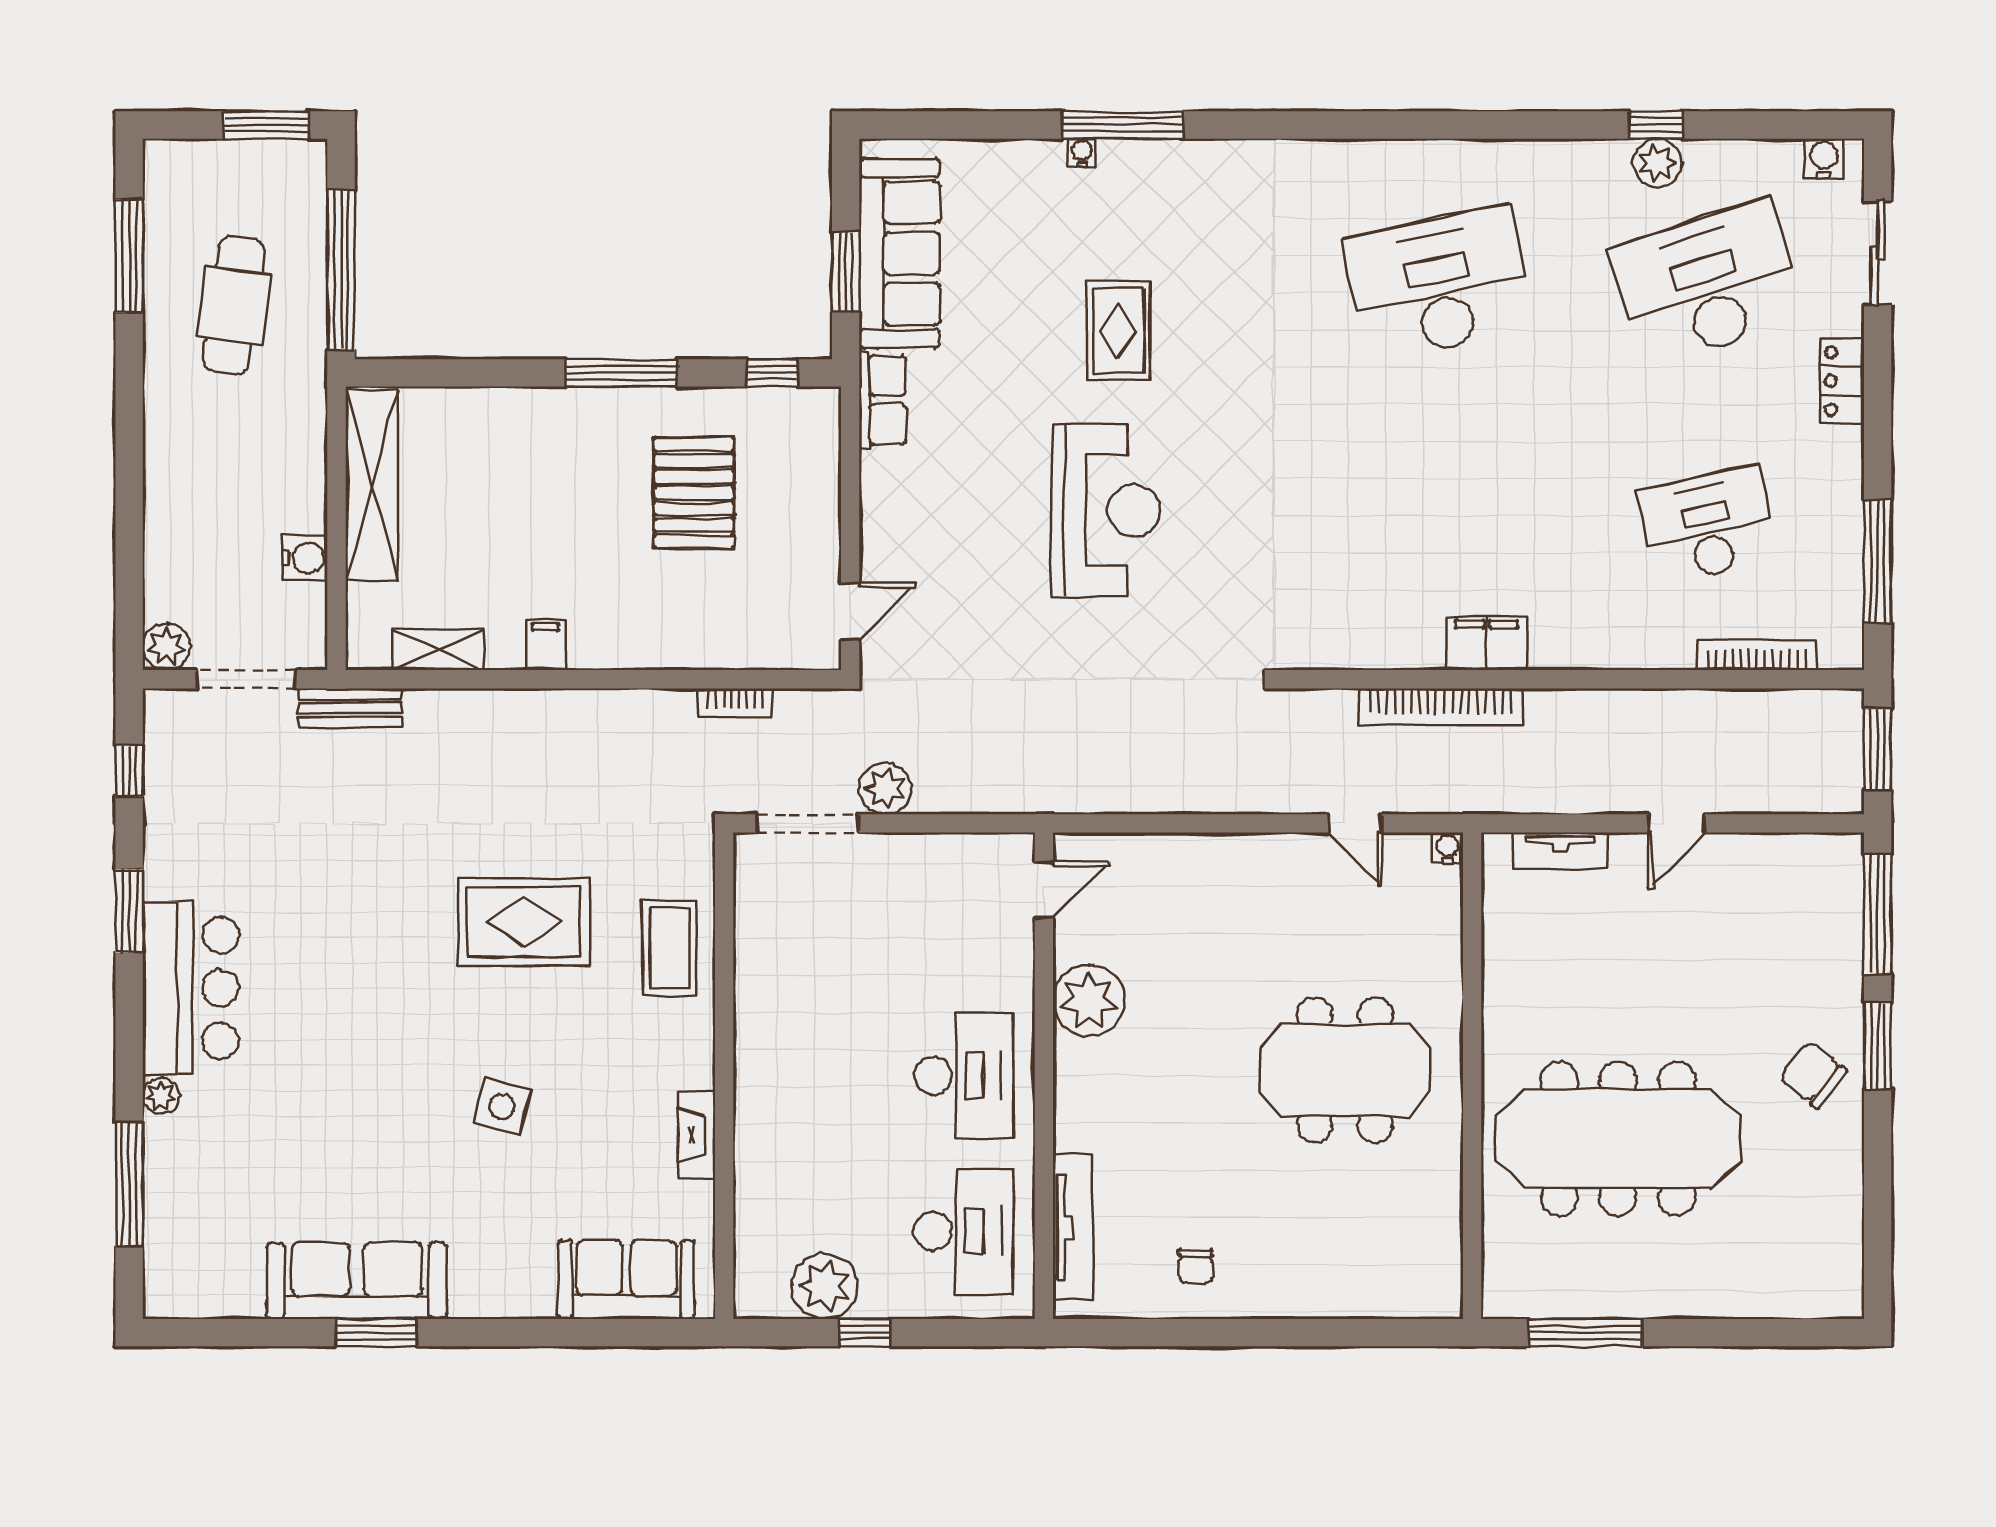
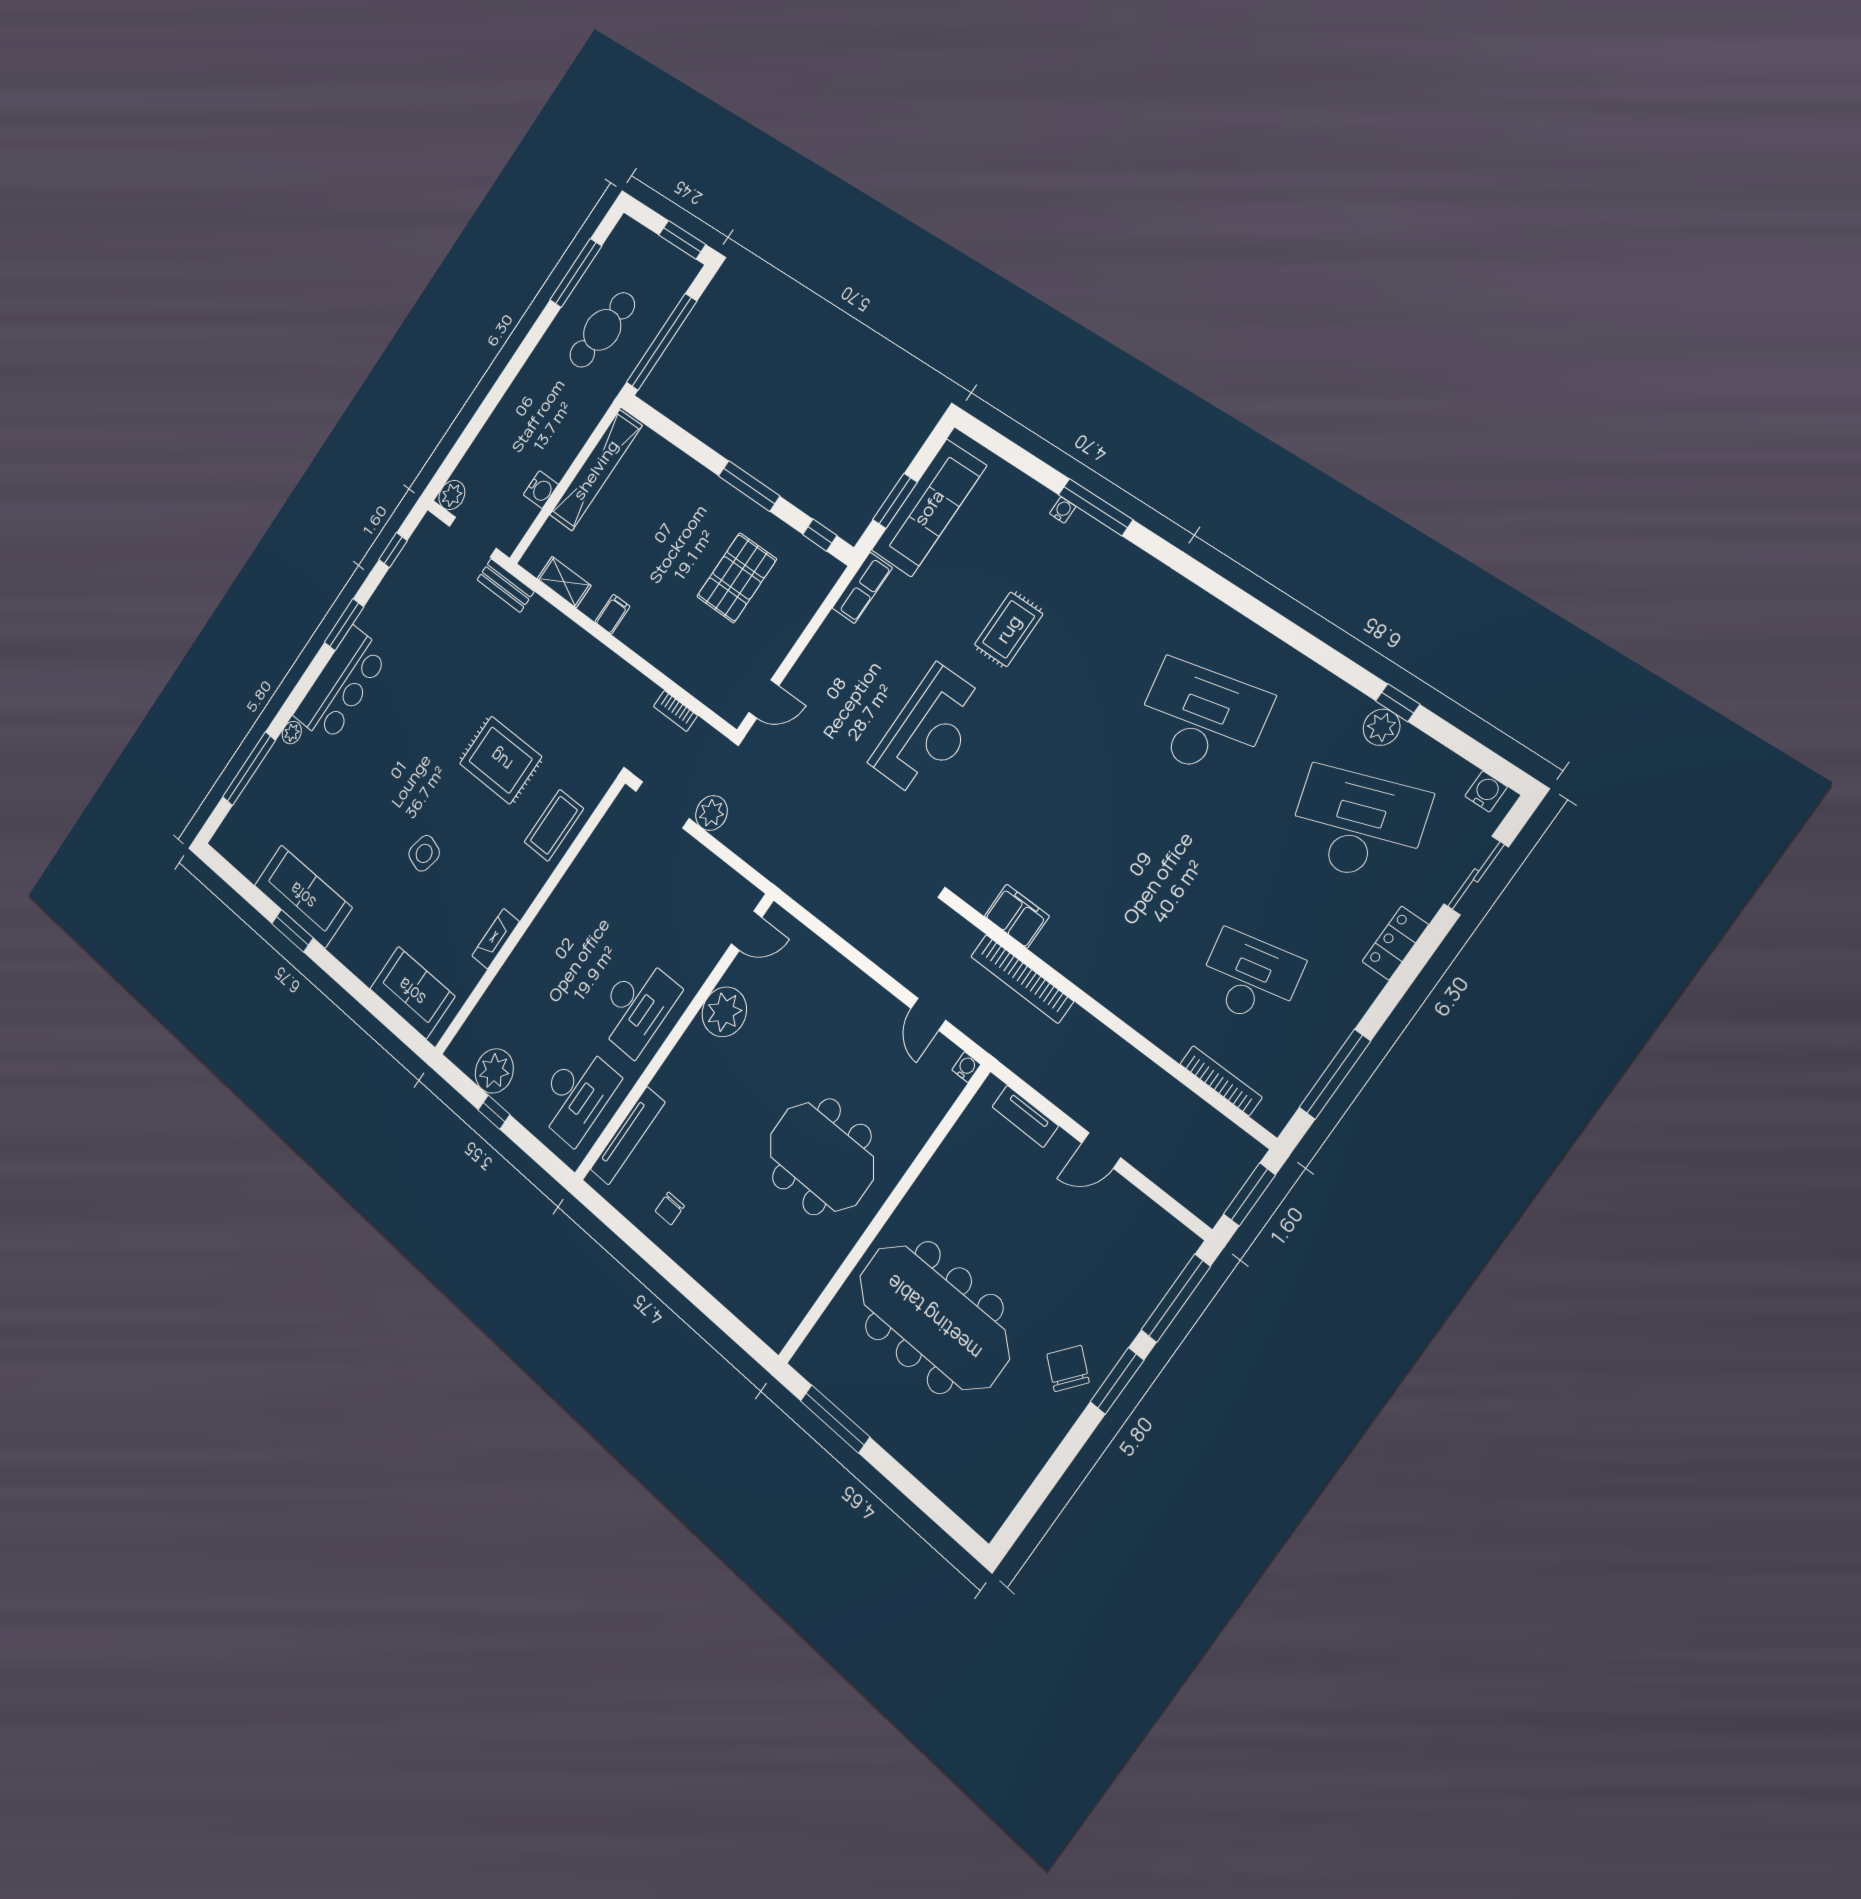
filing cabinet: (1487, 643) -> (1017, 916), moved

